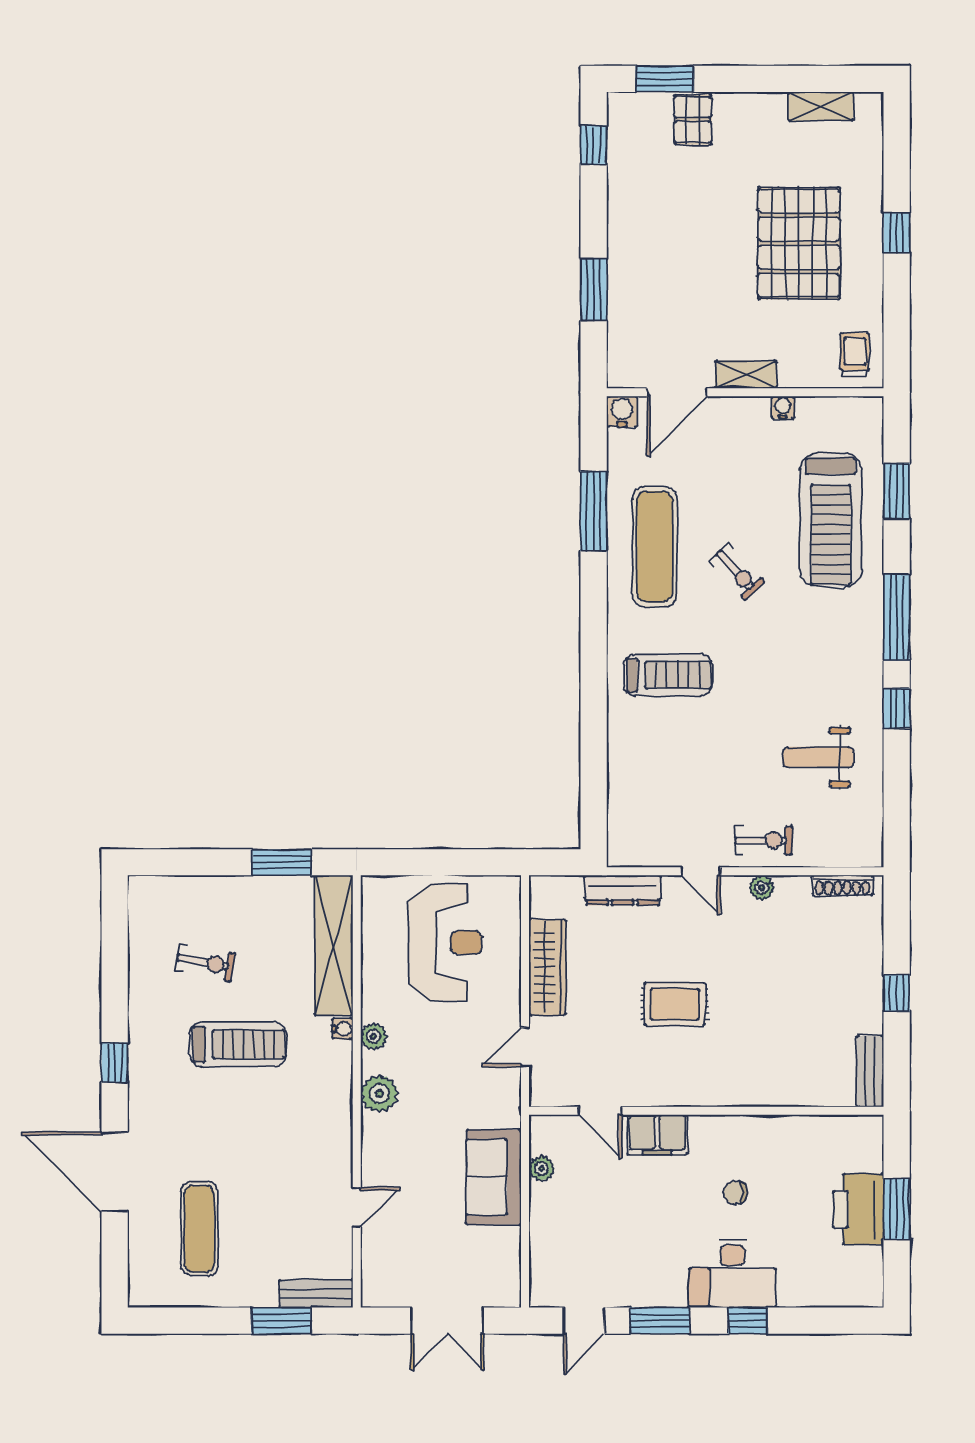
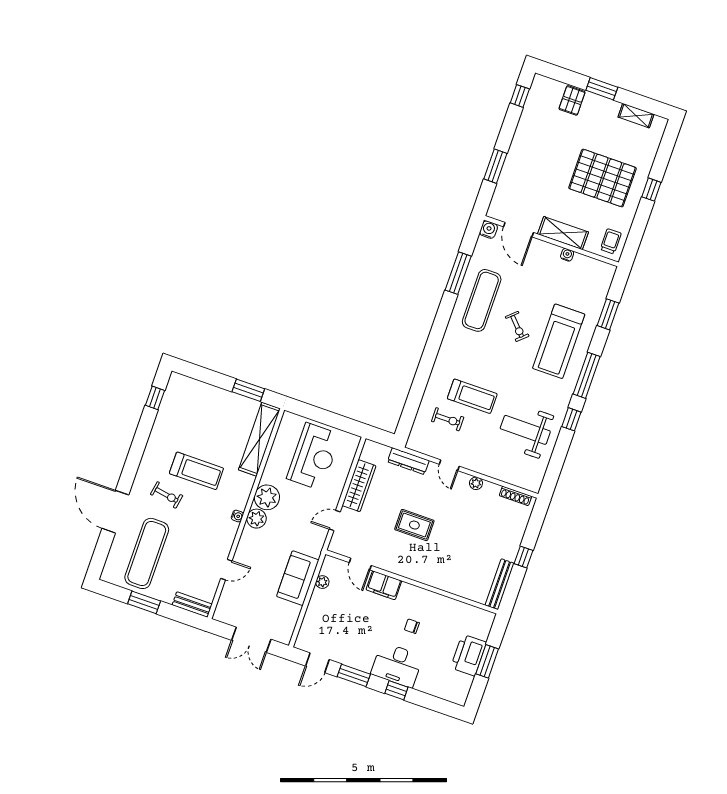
window: (665, 79) -> (602, 89), moved
pallet: (799, 243) -> (602, 178), turned 90
shelving: (746, 374) -> (563, 233), width x1.50, depth x1.33
door: (677, 392) -> (519, 230), hinge flipped
treadmill: (831, 520) -> (559, 341), moved
treadmill: (668, 675) -> (472, 396), moved
weight bench: (818, 757) -> (525, 430), width x1.36, depth x1.33
exercise bike: (763, 841) -> (448, 419), moved
exercise bike: (205, 963) -> (167, 495), moved
water cooler: (342, 1029) -> (237, 516), moved
plant: (374, 1036) -> (267, 497), width x1.87, depth x1.87
window: (115, 1063) -> (155, 398), moved
bench: (870, 1072) -> (500, 584), width x1.36
exercise mat: (199, 1229) -> (147, 553), width x1.36, depth x1.45
window: (281, 1321) -> (144, 602), moved

